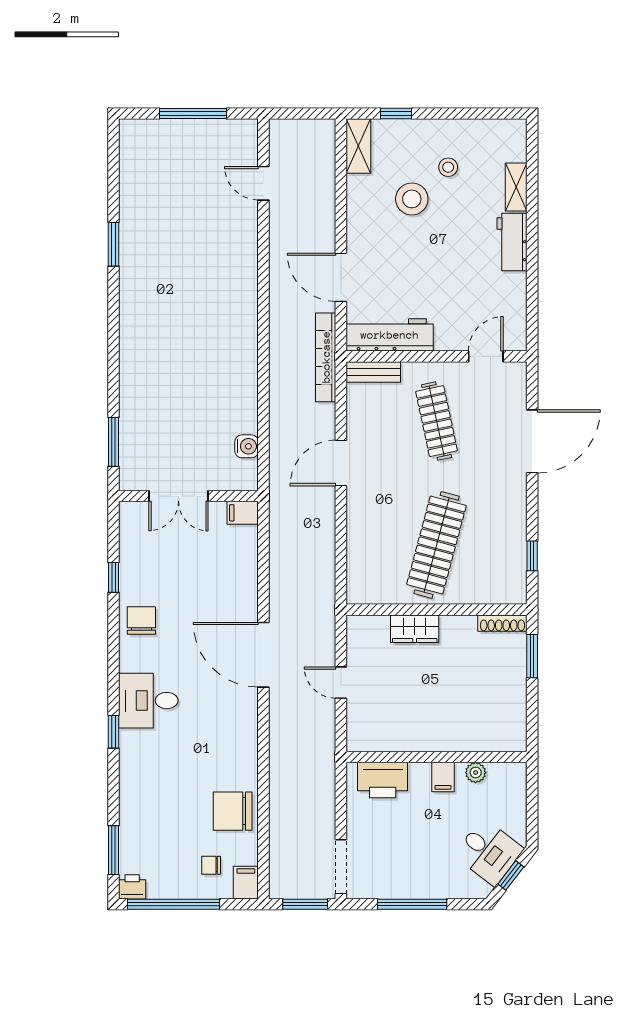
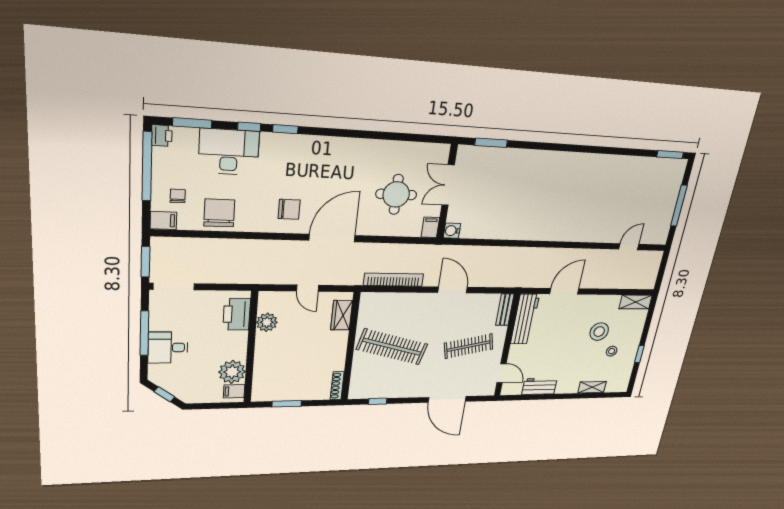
window: (396, 113) -> (639, 354), moved
workbench: (512, 242) -> (539, 386), moved
window: (113, 244) -> (670, 155), moved
bookcase: (326, 357) -> (394, 280), moved
water cooler: (247, 446) -> (452, 231), moved, turned 90
round table: (196, 570) -> (396, 194), added
window: (113, 577) -> (249, 127), moved
chair: (141, 621) -> (289, 209), moved
wardrobe: (415, 629) -> (342, 315), moved
window: (532, 656) -> (287, 404), moved
door: (341, 683) -> (308, 288), swing flipped
desk: (148, 701) -> (229, 152), moved, width x1.37
plant: (395, 737) -> (267, 322), added
plant: (476, 773) -> (232, 372), width x1.88, depth x1.88
filing cabinet: (443, 777) -> (234, 391), moved
desk: (489, 852) -> (168, 348), moved, turned 52

